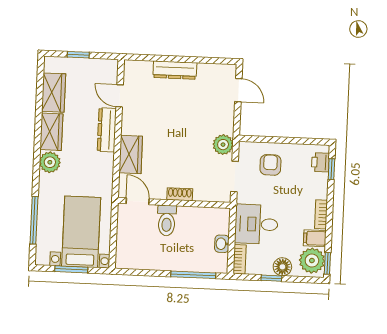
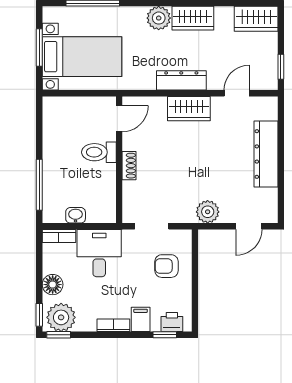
window: (78, 55) -> (281, 67), moved
dresser: (175, 70) -> (266, 154), width x1.37, depth x1.24
wardrobe: (54, 93) -> (256, 19), moved
dresser: (107, 130) -> (181, 80), moved
plant: (223, 145) -> (208, 212), moved
wardrobe: (131, 154) -> (189, 109), moved
armchair: (270, 165) -> (166, 266), turned 180
filing cabinet: (315, 238) -> (141, 319), moved
window: (271, 278) -> (39, 315), moved

